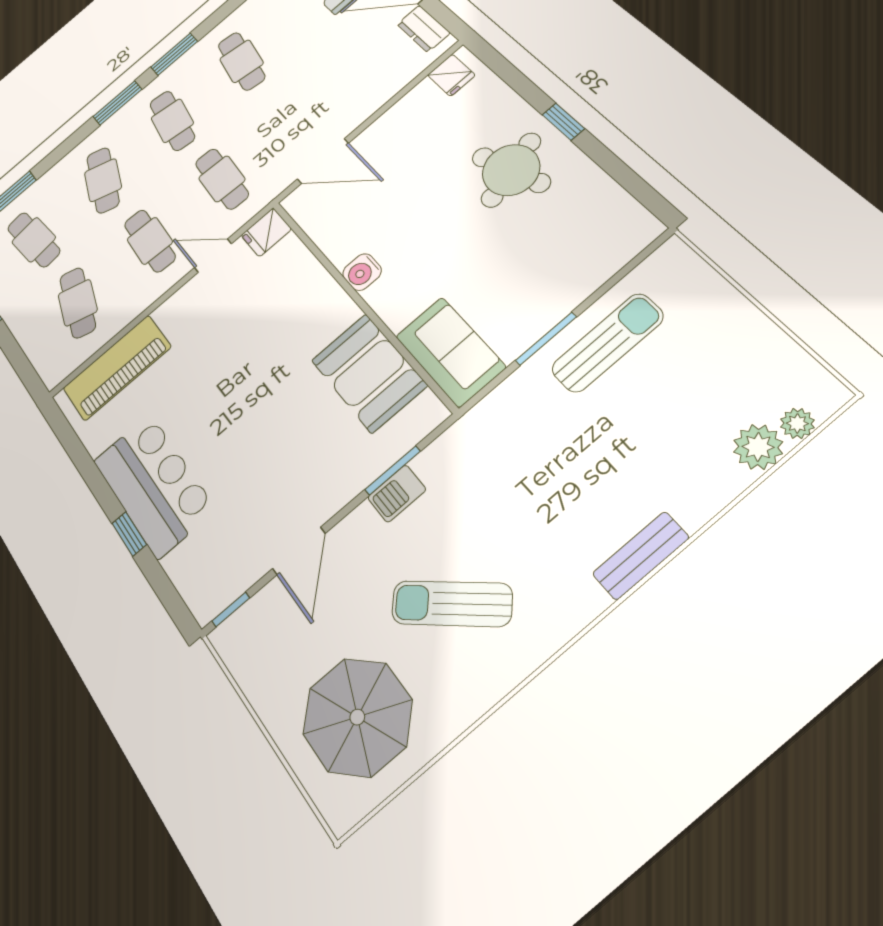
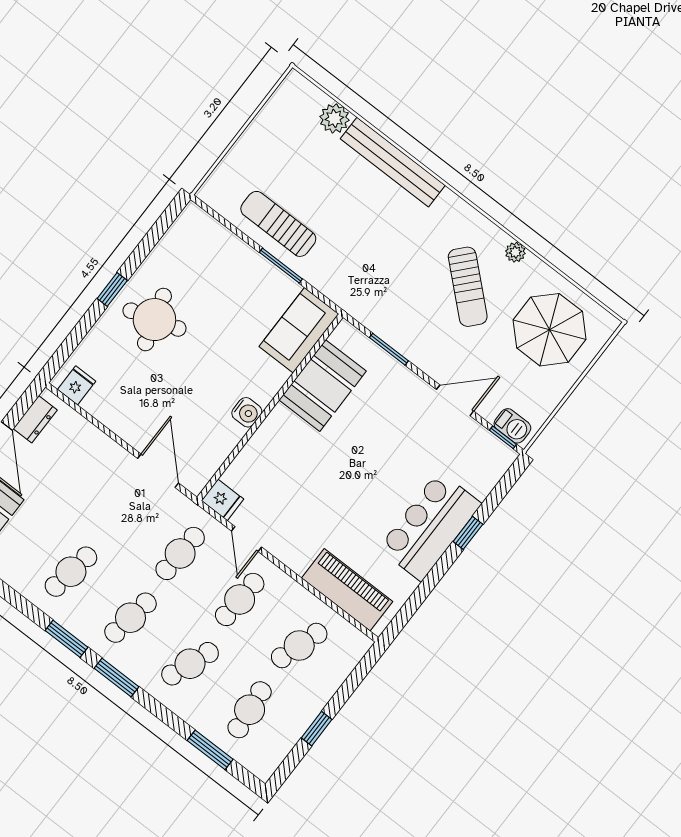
plant: (797, 423) -> (515, 252), moved
barbecue: (397, 494) -> (512, 426), moved
bench: (641, 556) -> (393, 162), width x1.86, depth x1.21

